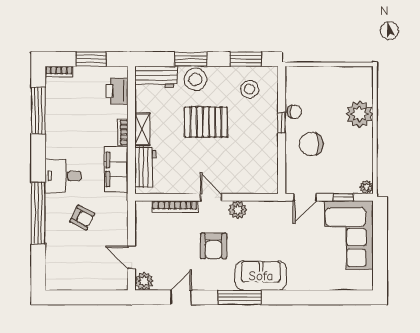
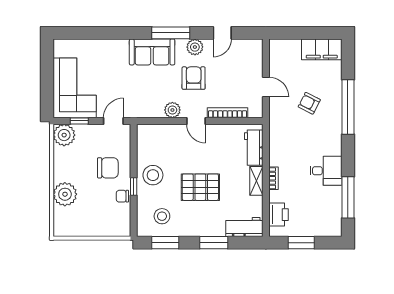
bookcase: (59, 72) -> (330, 232), removed
stool: (195, 79) -> (153, 175), moved
filing cabinet: (116, 169) -> (322, 49), moved, turned 90
desk: (63, 176) -> (326, 171), moved
plant: (366, 187) -> (64, 135), width x1.88, depth x1.88
door: (131, 257) -> (266, 87), moved
plant: (144, 281) -> (195, 47), moved

